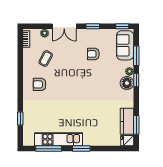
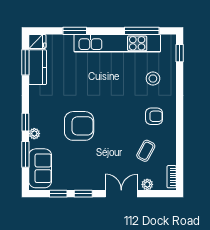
window: (122, 26) -> (58, 194), moved
armchair: (93, 54) -> (79, 126), moved, width x1.88, depth x1.88
floor lamp: (127, 83) -> (38, 118), removed
stool: (40, 113) -> (153, 79), added
window: (20, 118) -> (180, 53), moved
kitchen unit: (58, 139) -> (117, 43), width x1.36
window: (81, 149) -> (75, 31), moved

